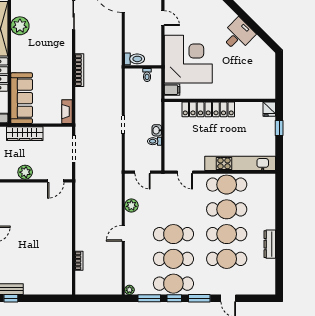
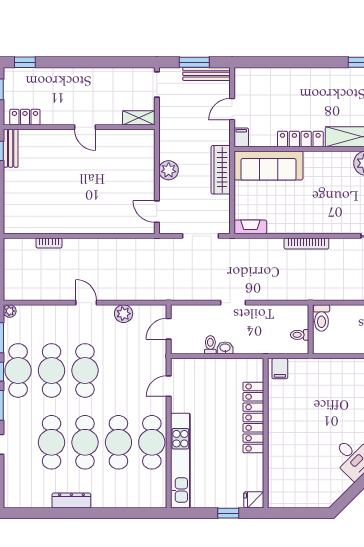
corner desk: (188, 59) -> (321, 390), removed

